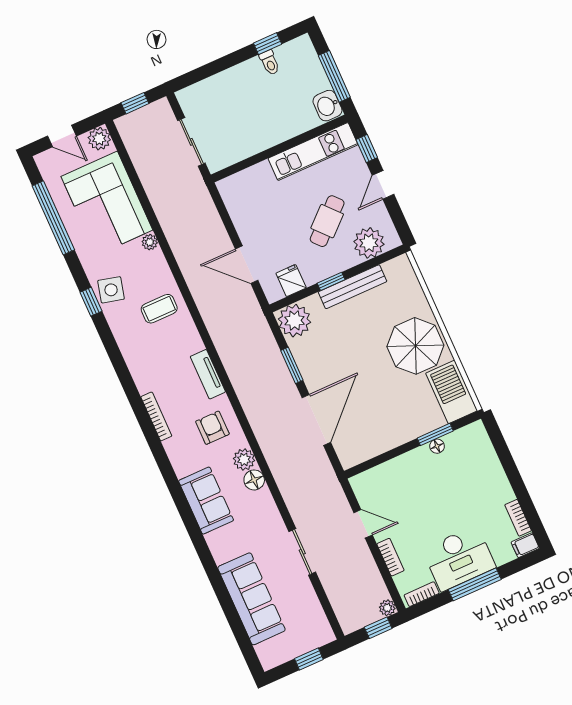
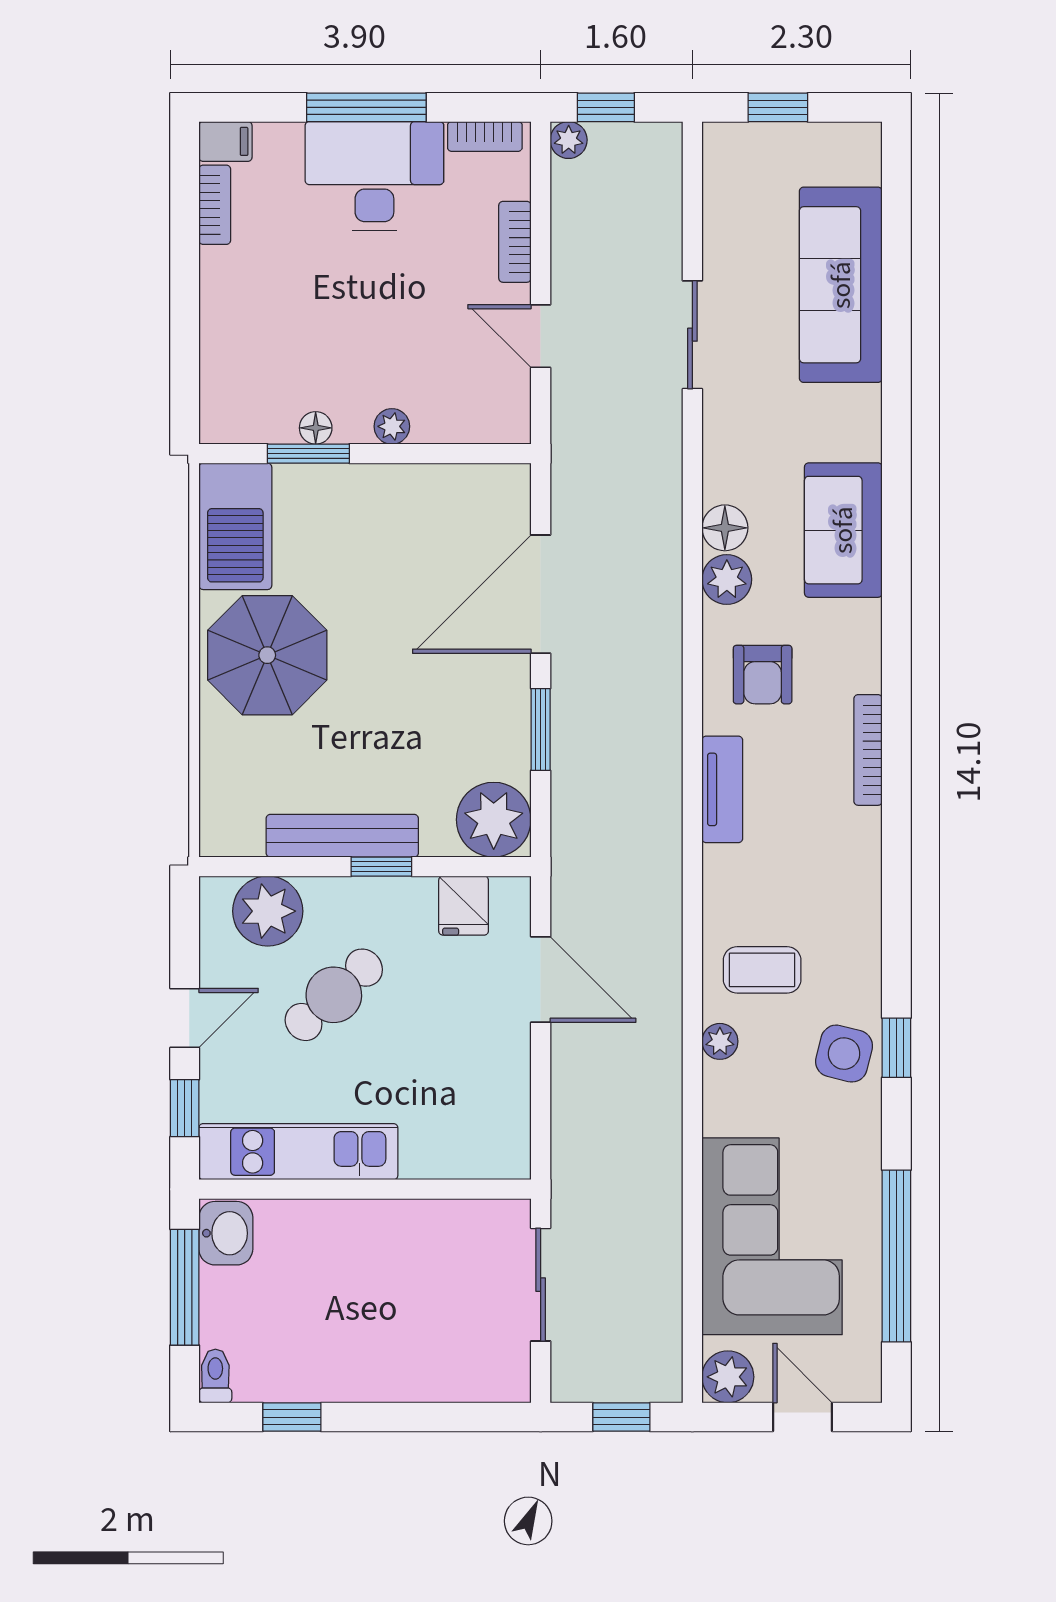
toilet: (270, 62) -> (215, 1376), moved
plant: (150, 242) -> (720, 1041), moved
plant: (407, 461) -> (392, 426), added

